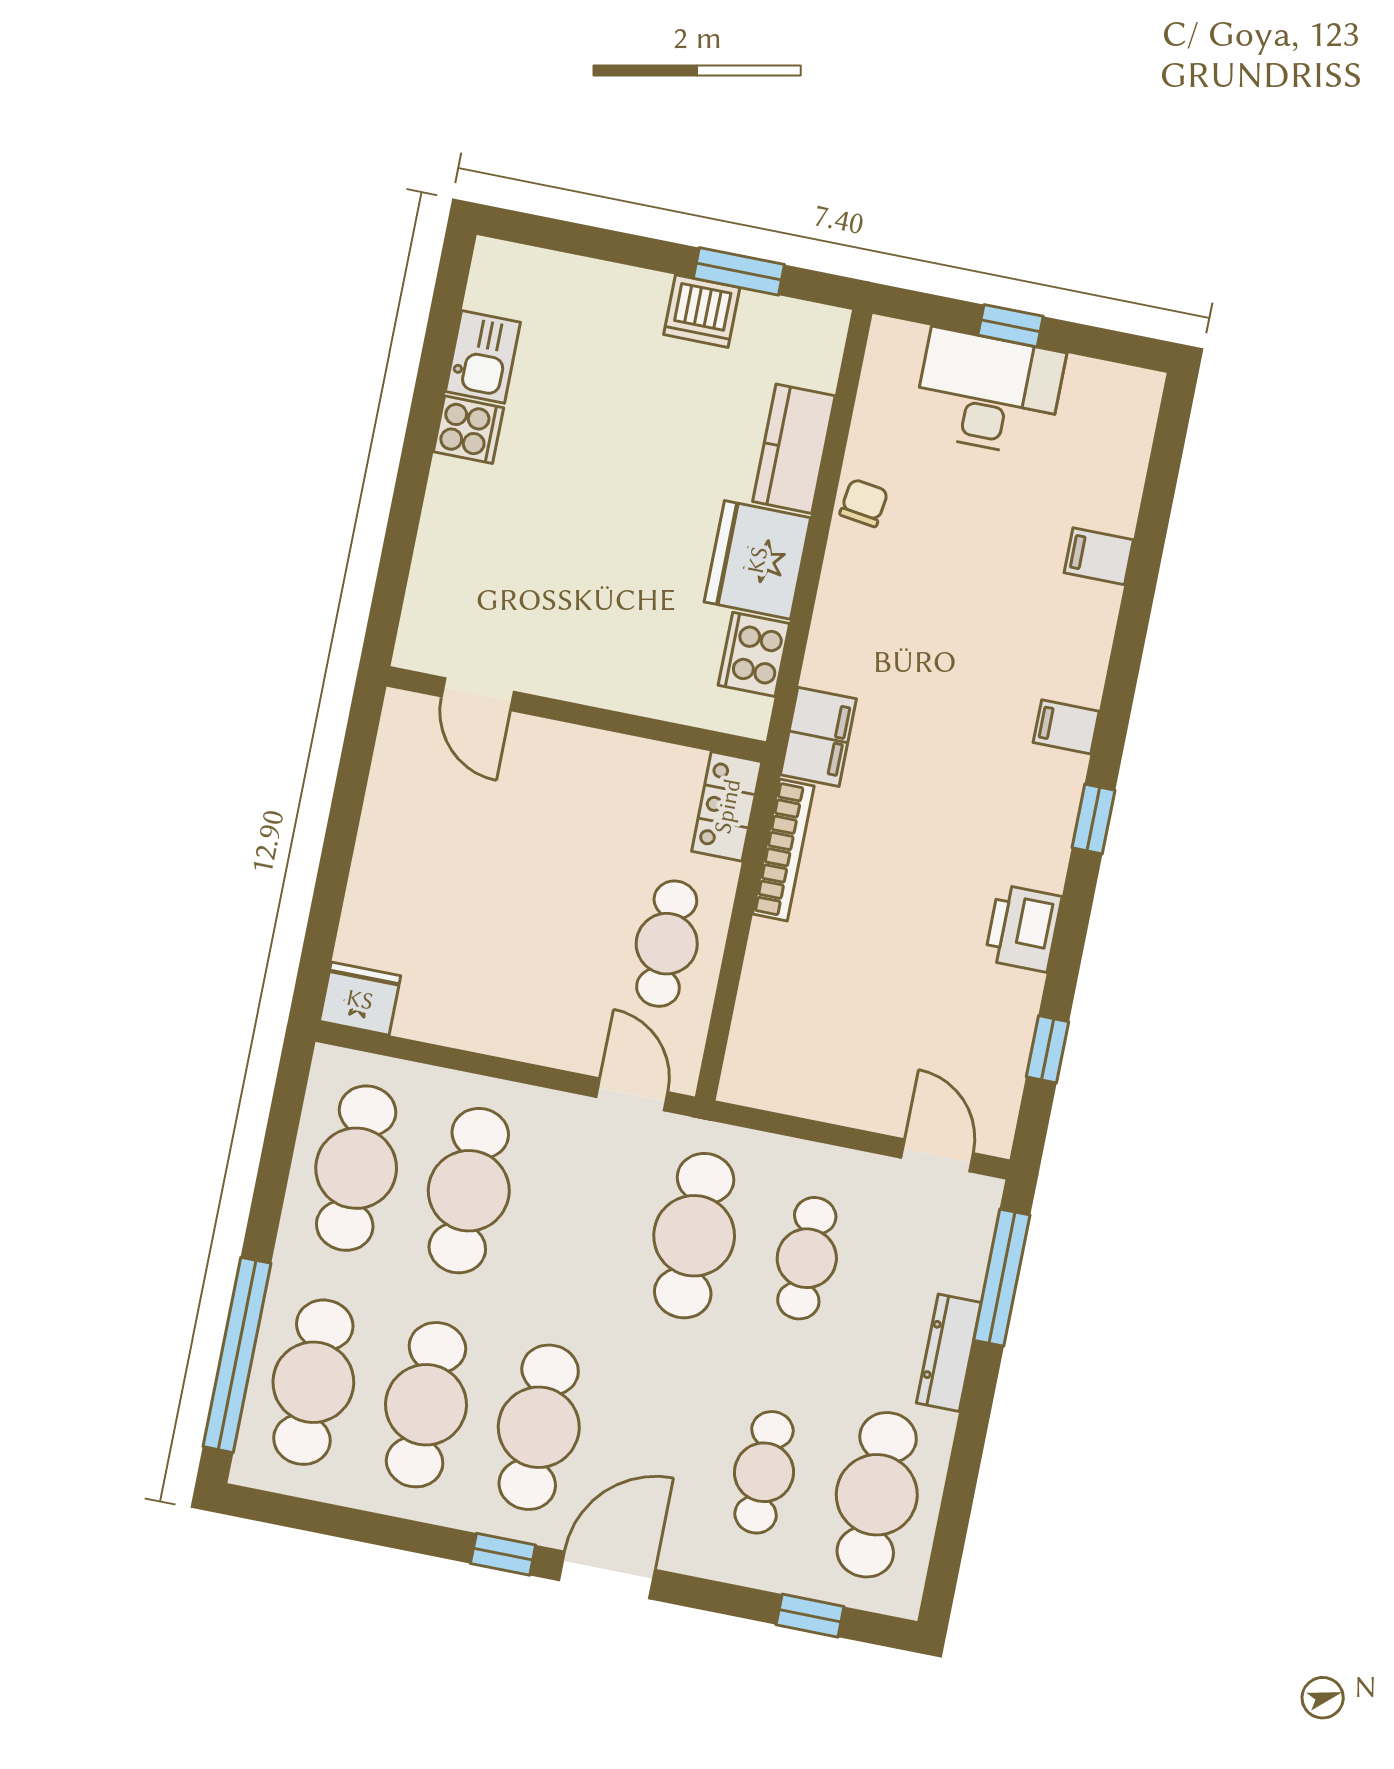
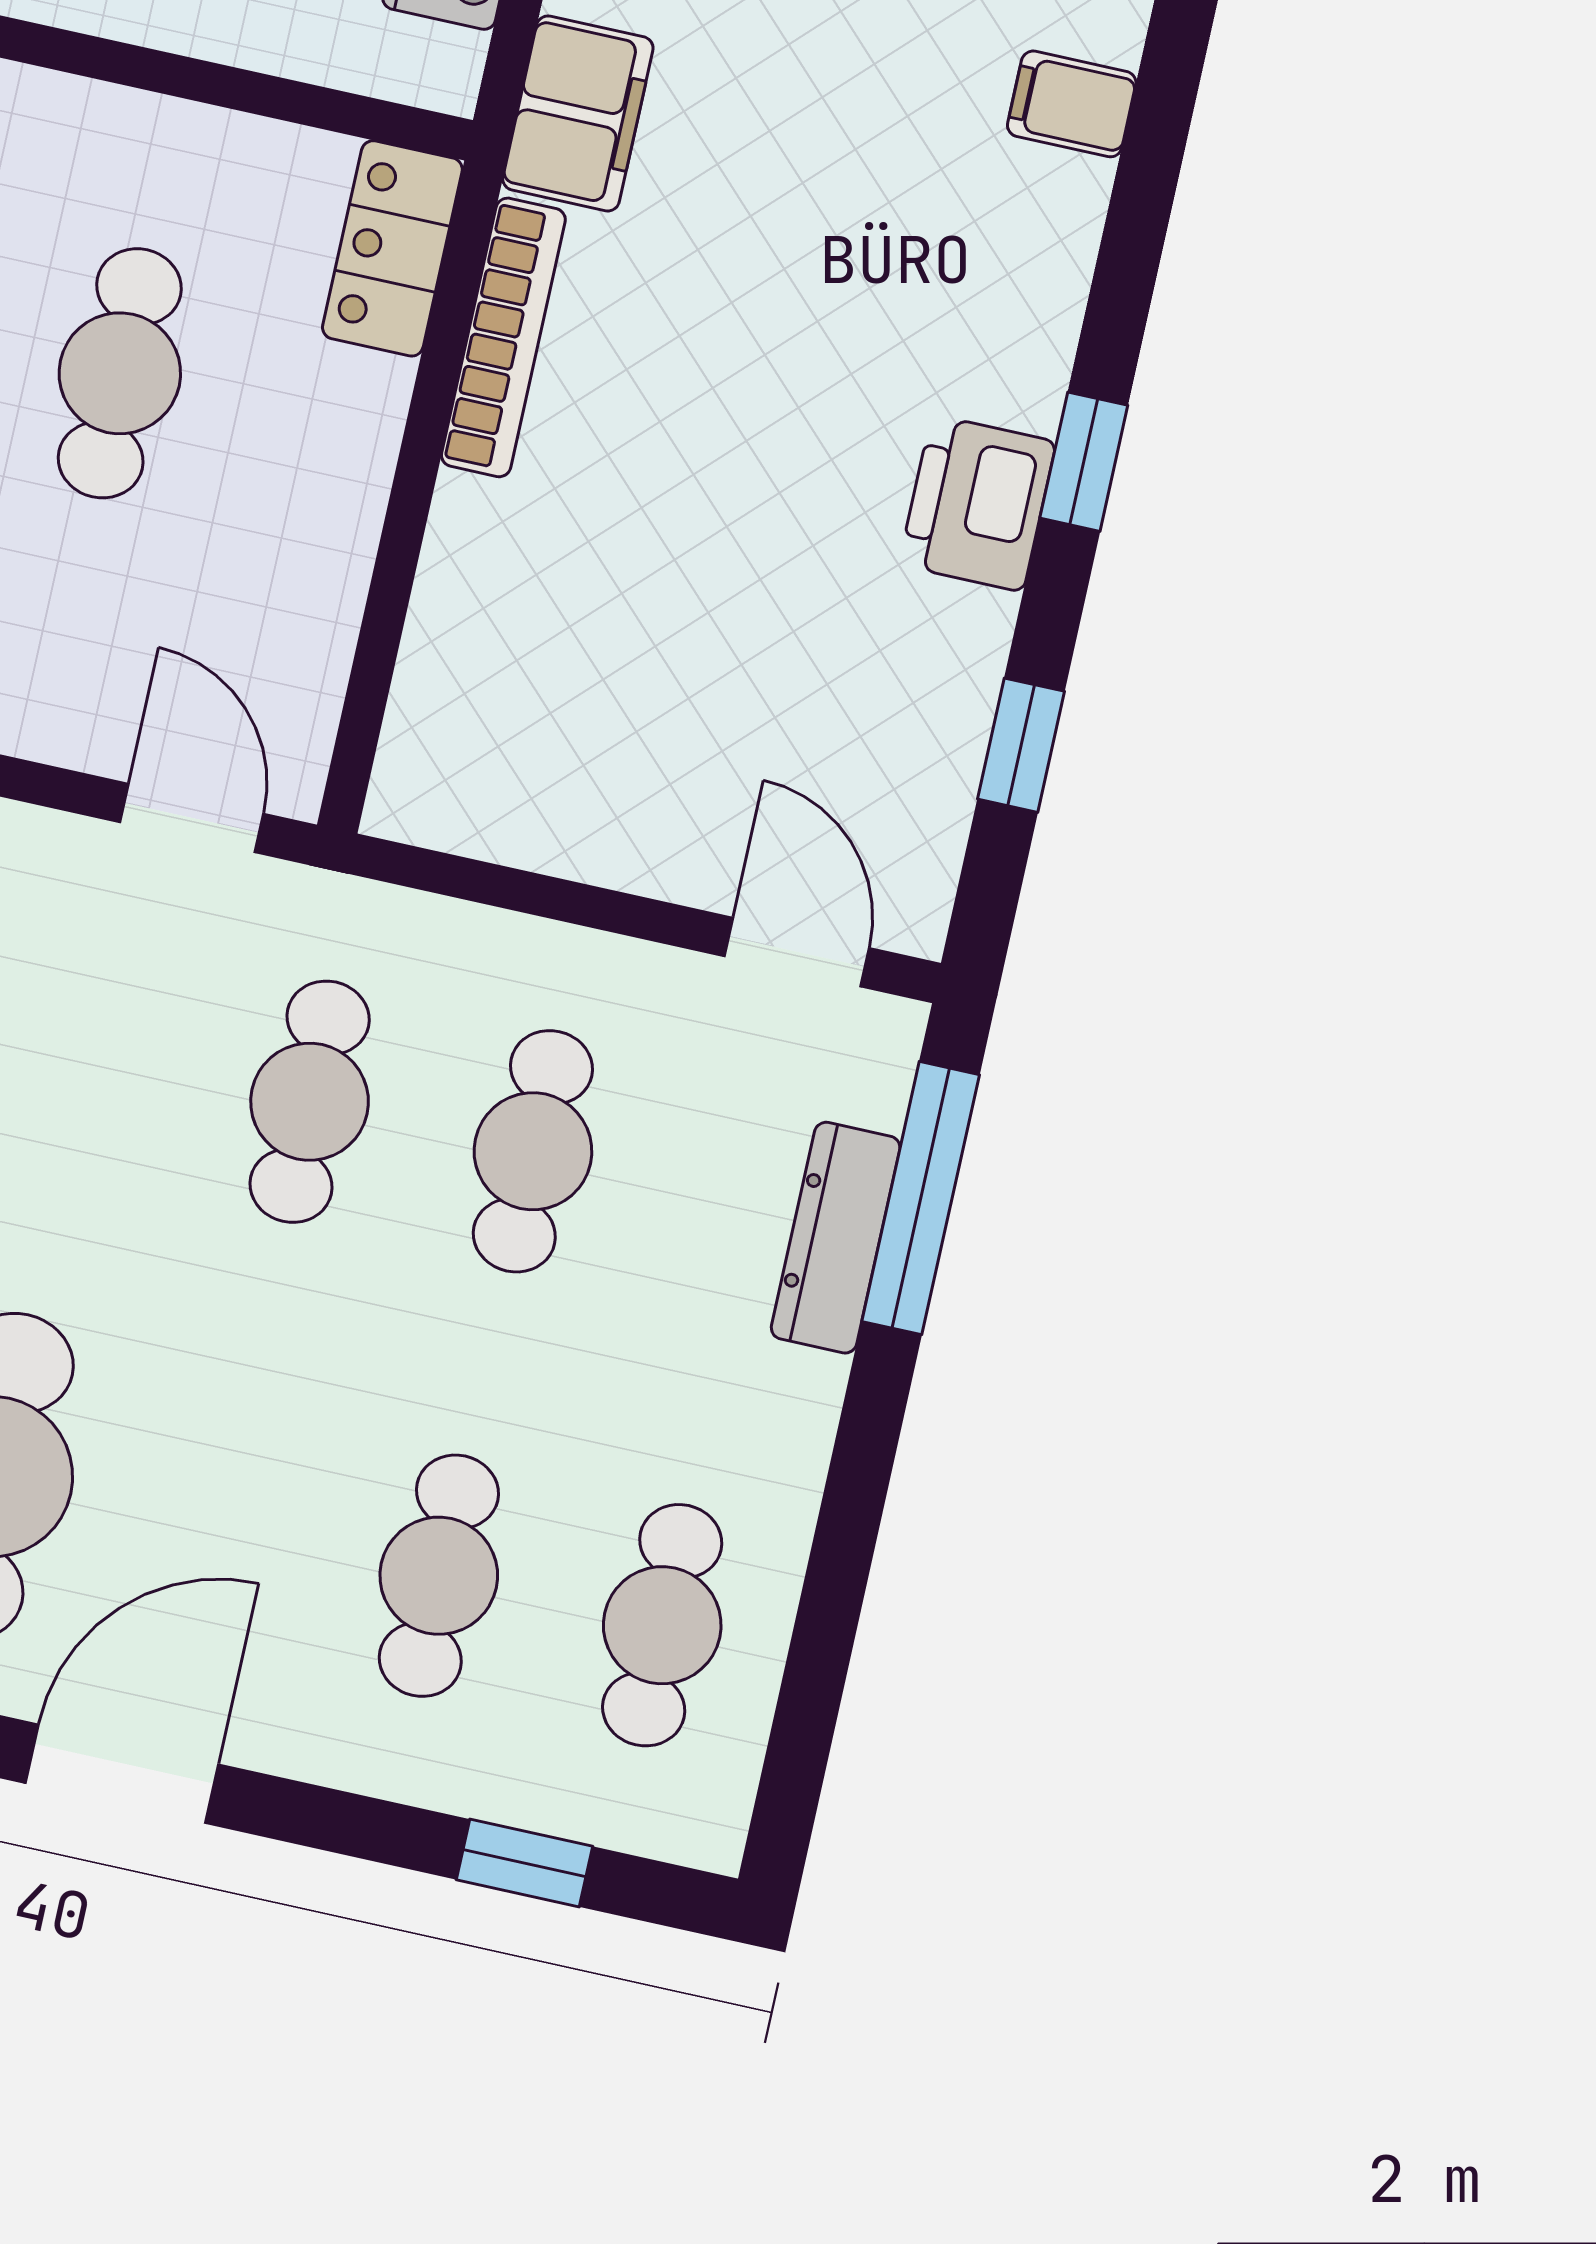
window: (1094, 819) -> (1084, 462), moved
cafe table: (667, 944) -> (120, 373), moved
cafe table: (694, 1236) -> (310, 1102), width x0.73, depth x0.74
dresser: (949, 1353) -> (836, 1238), moved
cafe table: (877, 1495) -> (662, 1625), width x0.73, depth x0.74

